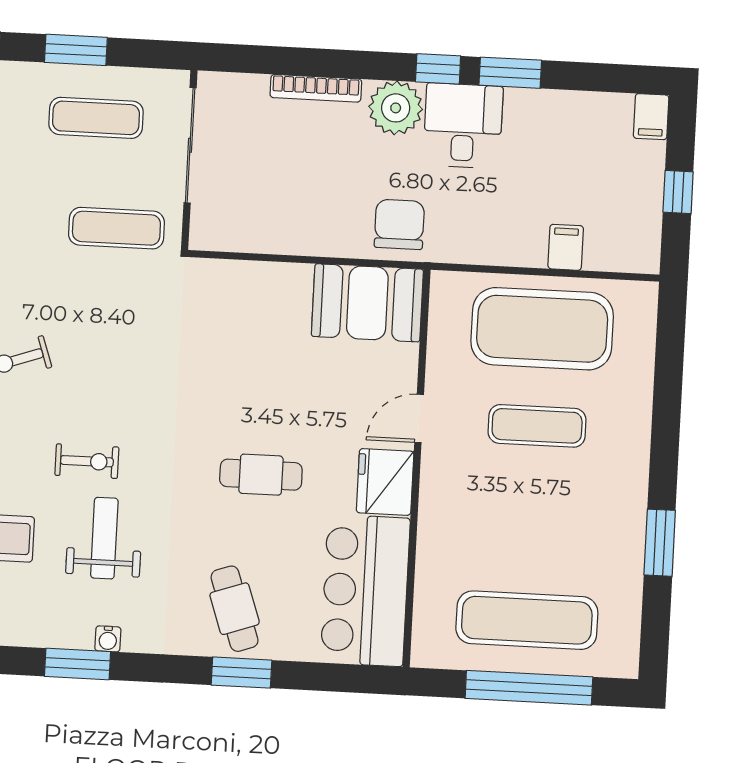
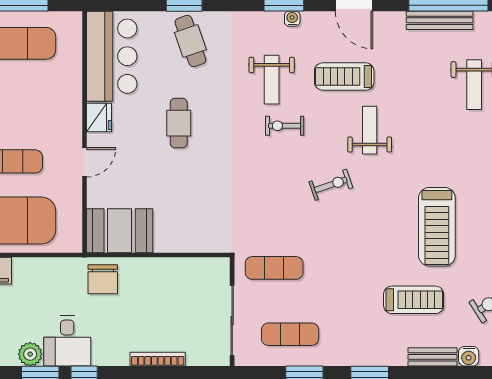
plant: (396, 108) -> (30, 354), moved, width x0.73, depth x0.73
cafe table: (261, 475) -> (179, 123), turned 90
fridge: (385, 482) -> (99, 117), width x0.73, depth x0.75
water cooler: (108, 639) -> (292, 19), moved

